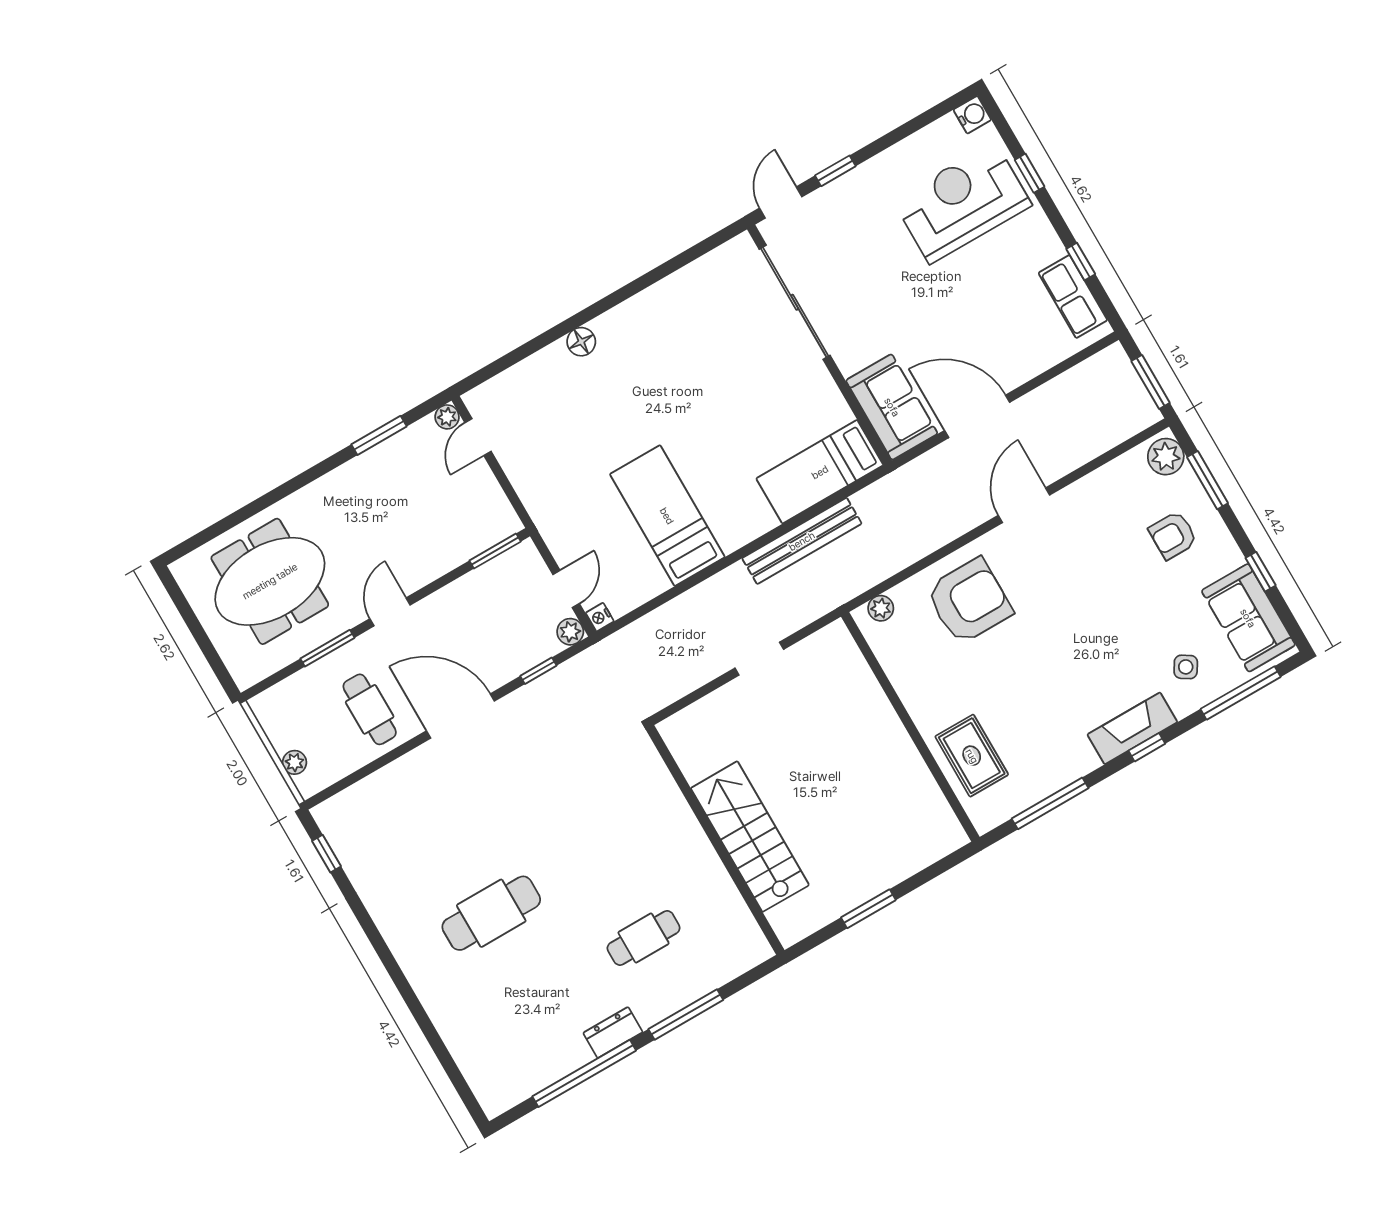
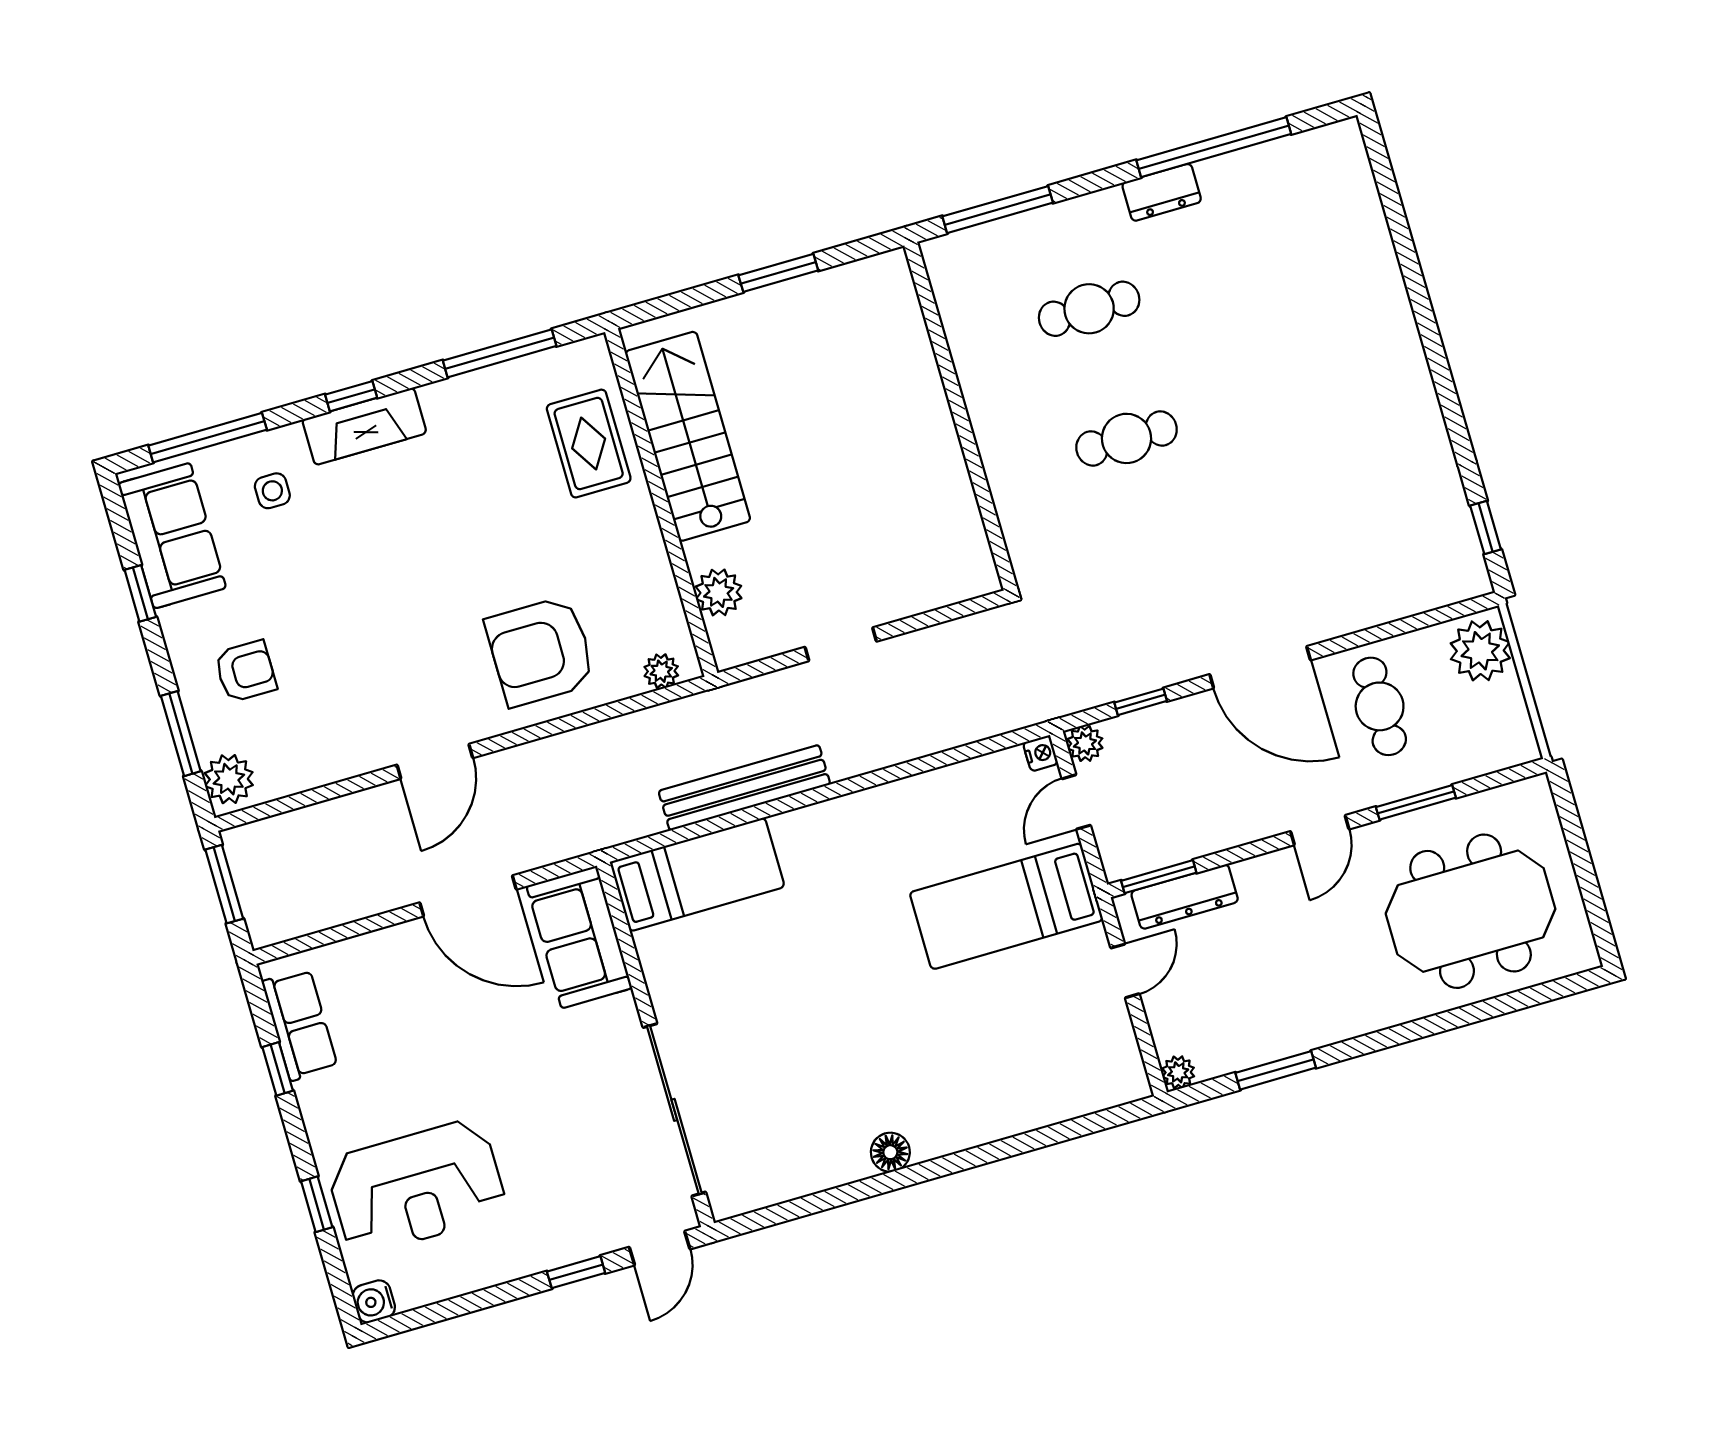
floor lamp: (581, 342) -> (890, 1152), moved
door: (478, 437) -> (1125, 971), moved
bed: (667, 516) -> (1006, 906), moved, turned 90
dresser: (473, 542) -> (1185, 897), added
side table: (1186, 667) -> (272, 491), turned -32
plant: (854, 674) -> (719, 592), added
plant: (294, 762) -> (1480, 651), width x1.87, depth x1.87
stairs: (750, 837) -> (688, 436), moved, turned 180
cafe table: (491, 913) -> (1127, 438), moved, width x0.73, depth x0.74
window: (686, 1015) -> (998, 210), moved

